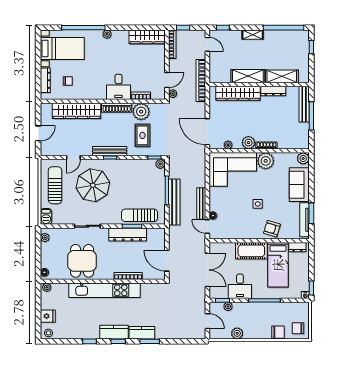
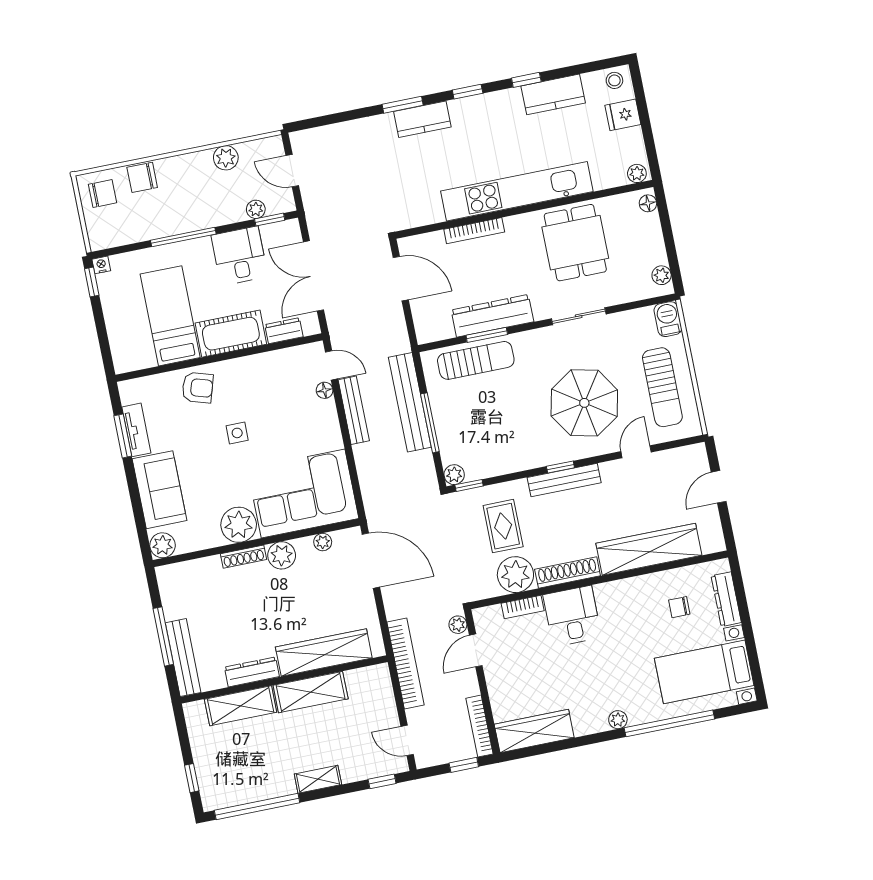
tv unit: (304, 220) -> (136, 430), width x0.71
dresser: (297, 247) -> (284, 331), moved
kitchen counter: (114, 332) -> (553, 94), moved

